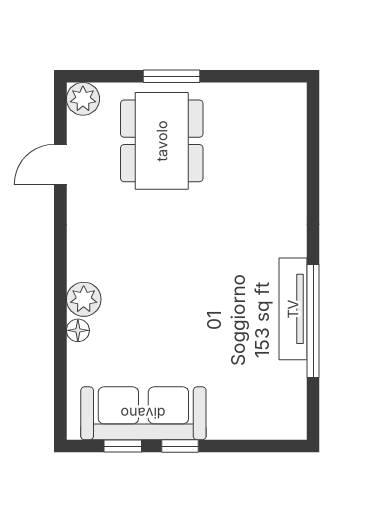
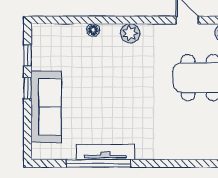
plant: (84, 299) -> (130, 33), moved
sofa: (143, 413) -> (46, 107), moved

